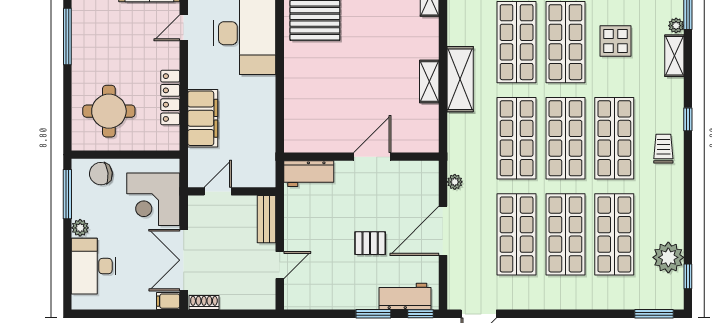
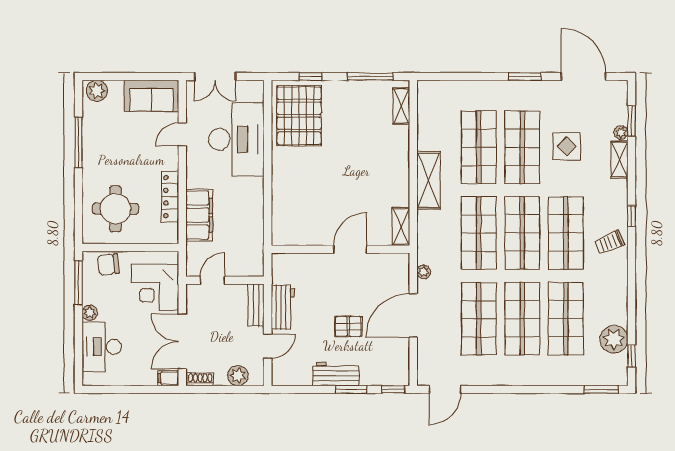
shelving: (429, 81) -> (401, 227), moved
trolley: (663, 149) -> (610, 242), turned -113
workbench: (309, 174) -> (283, 307), moved, turned -90
workbench: (405, 296) -> (336, 374), moved
plant: (246, 298) -> (238, 376), added

